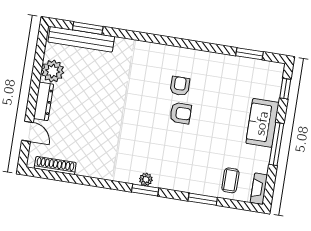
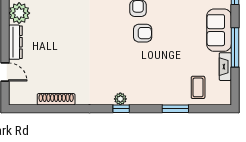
shoe rack: (55, 165) -> (56, 99), moved
fireplace: (259, 189) -> (225, 67), moved
window: (145, 190) -> (121, 109), width x0.67

